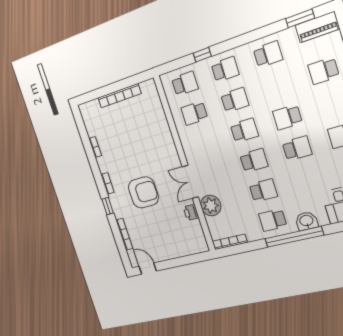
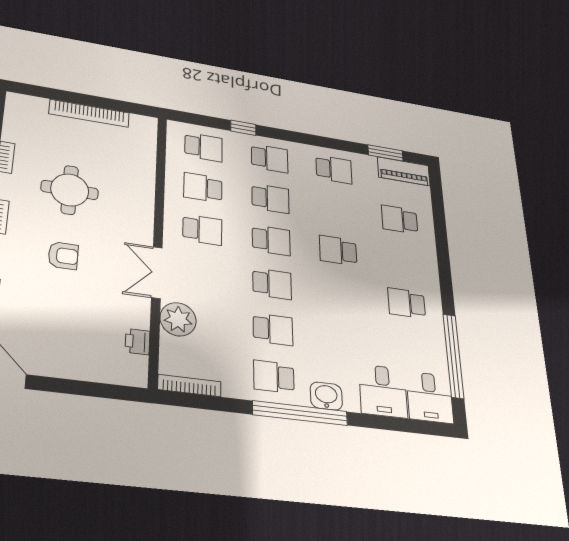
school desk: (297, 148) -> (202, 230), moved
round table: (130, 151) -> (70, 190), added
armchair: (143, 192) -> (63, 256), width x0.53, depth x0.53
printer: (191, 212) -> (138, 342), moved

